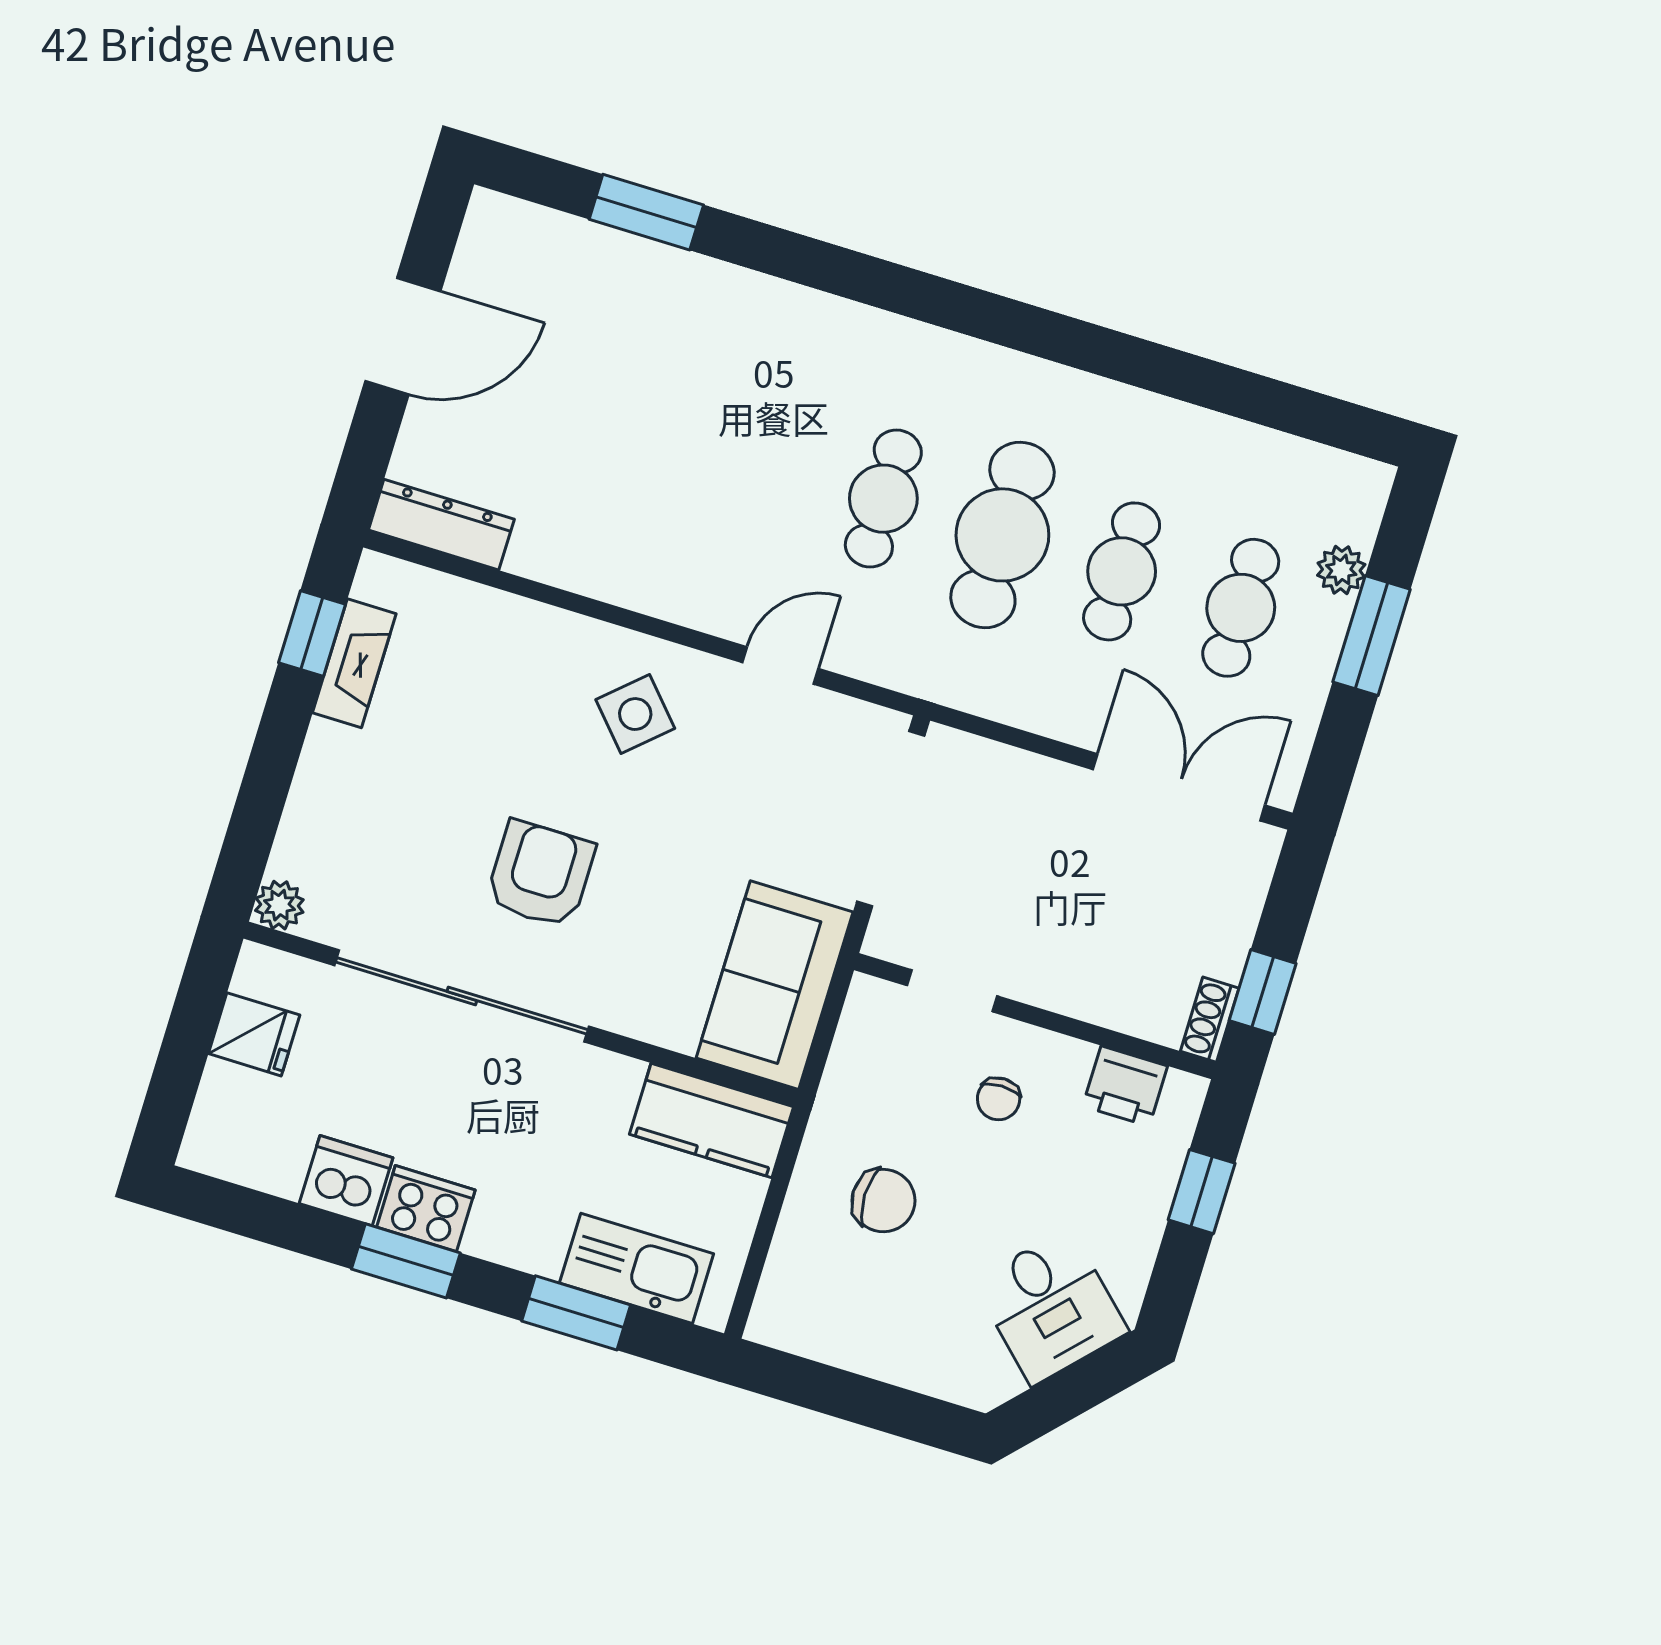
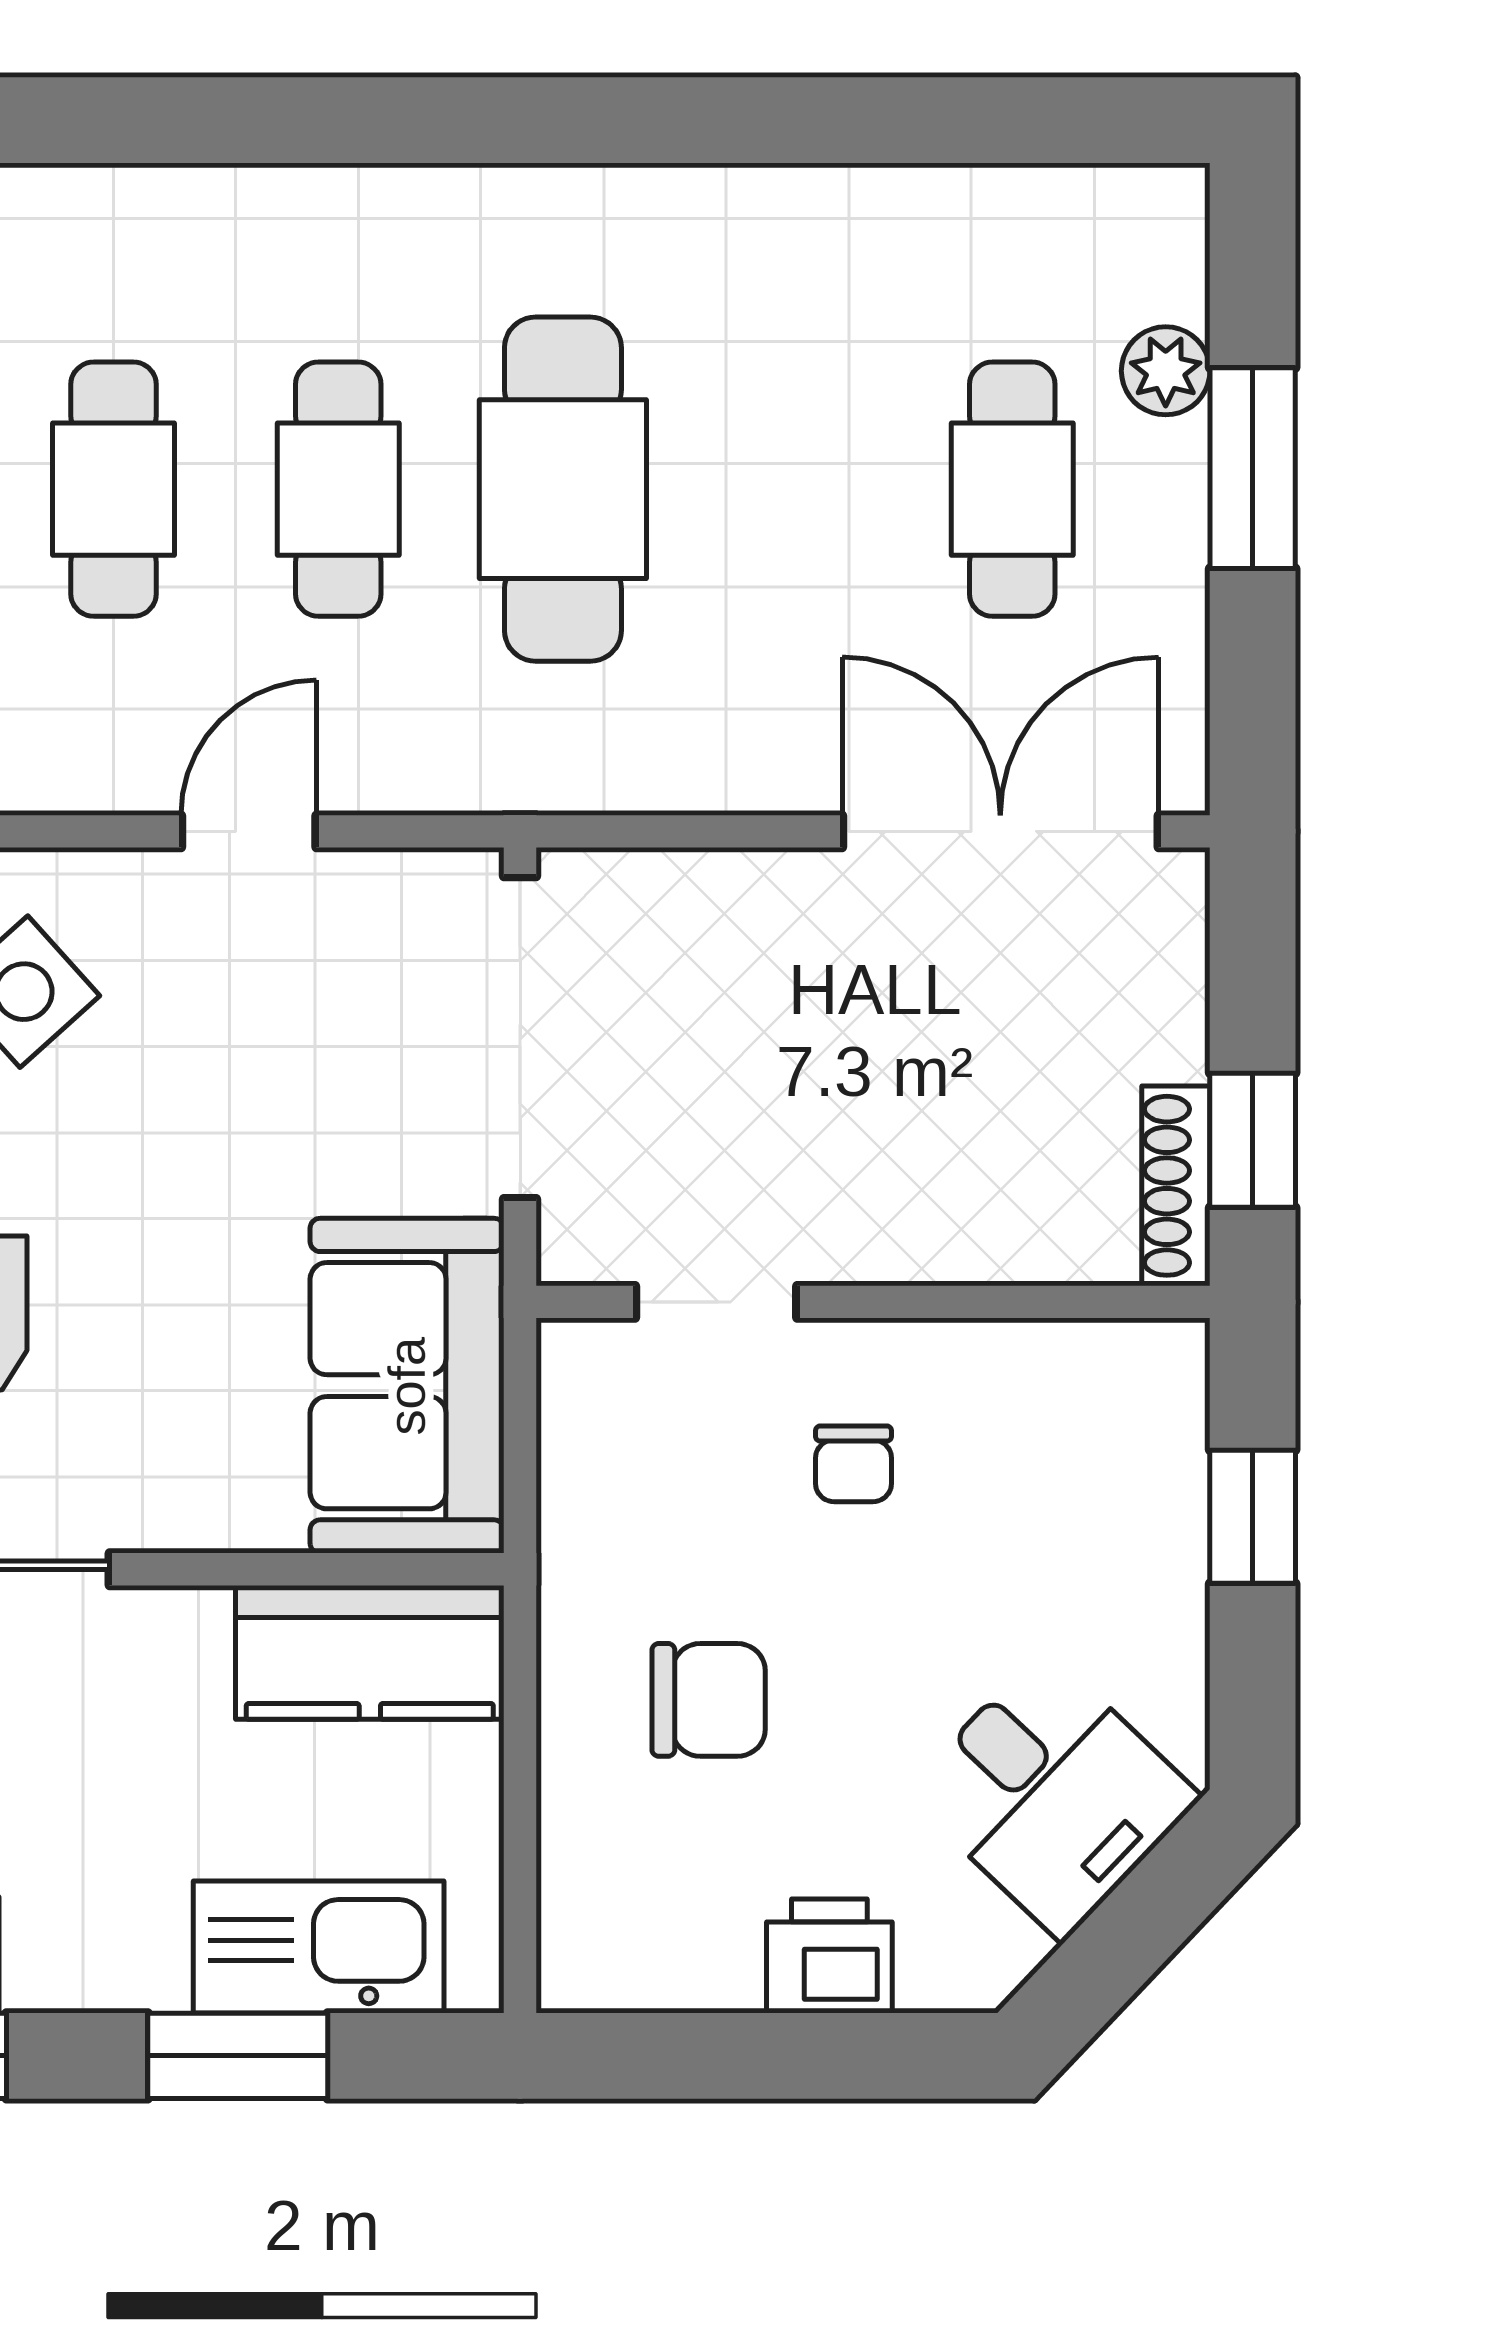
cafe table: (1122, 571) -> (114, 489), moved
shoe rack: (1210, 1020) -> (1176, 1186), width x1.43
printer: (1125, 1086) -> (829, 1956), moved, turned 180

